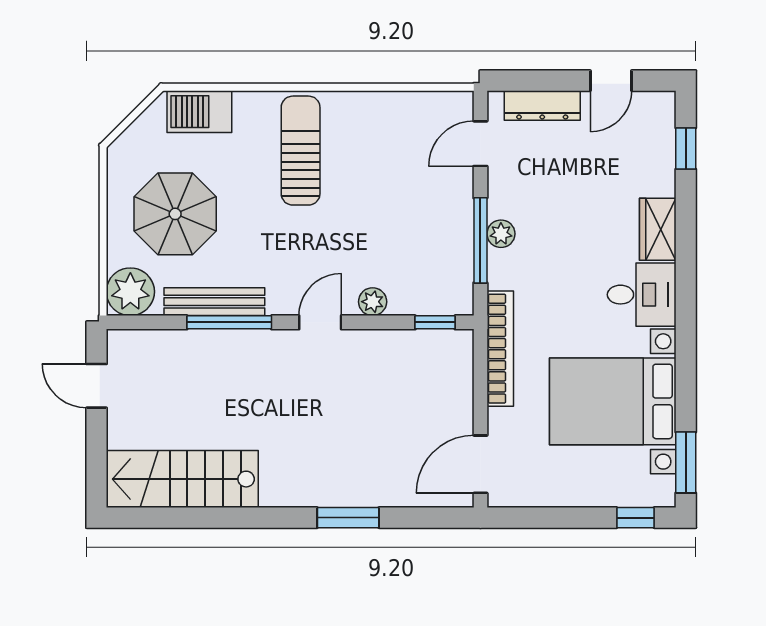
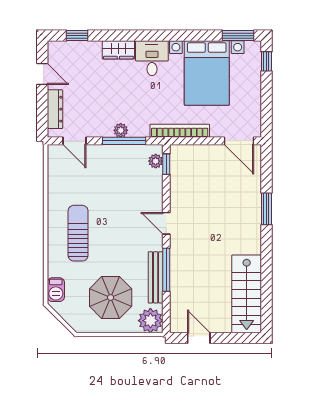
barbecue: (199, 112) -> (56, 290), width x0.73, depth x0.79
sun lounger: (301, 151) -> (78, 233), turned 90
plant: (373, 302) -> (156, 161), moved
door: (96, 386) -> (199, 338), swing flipped

